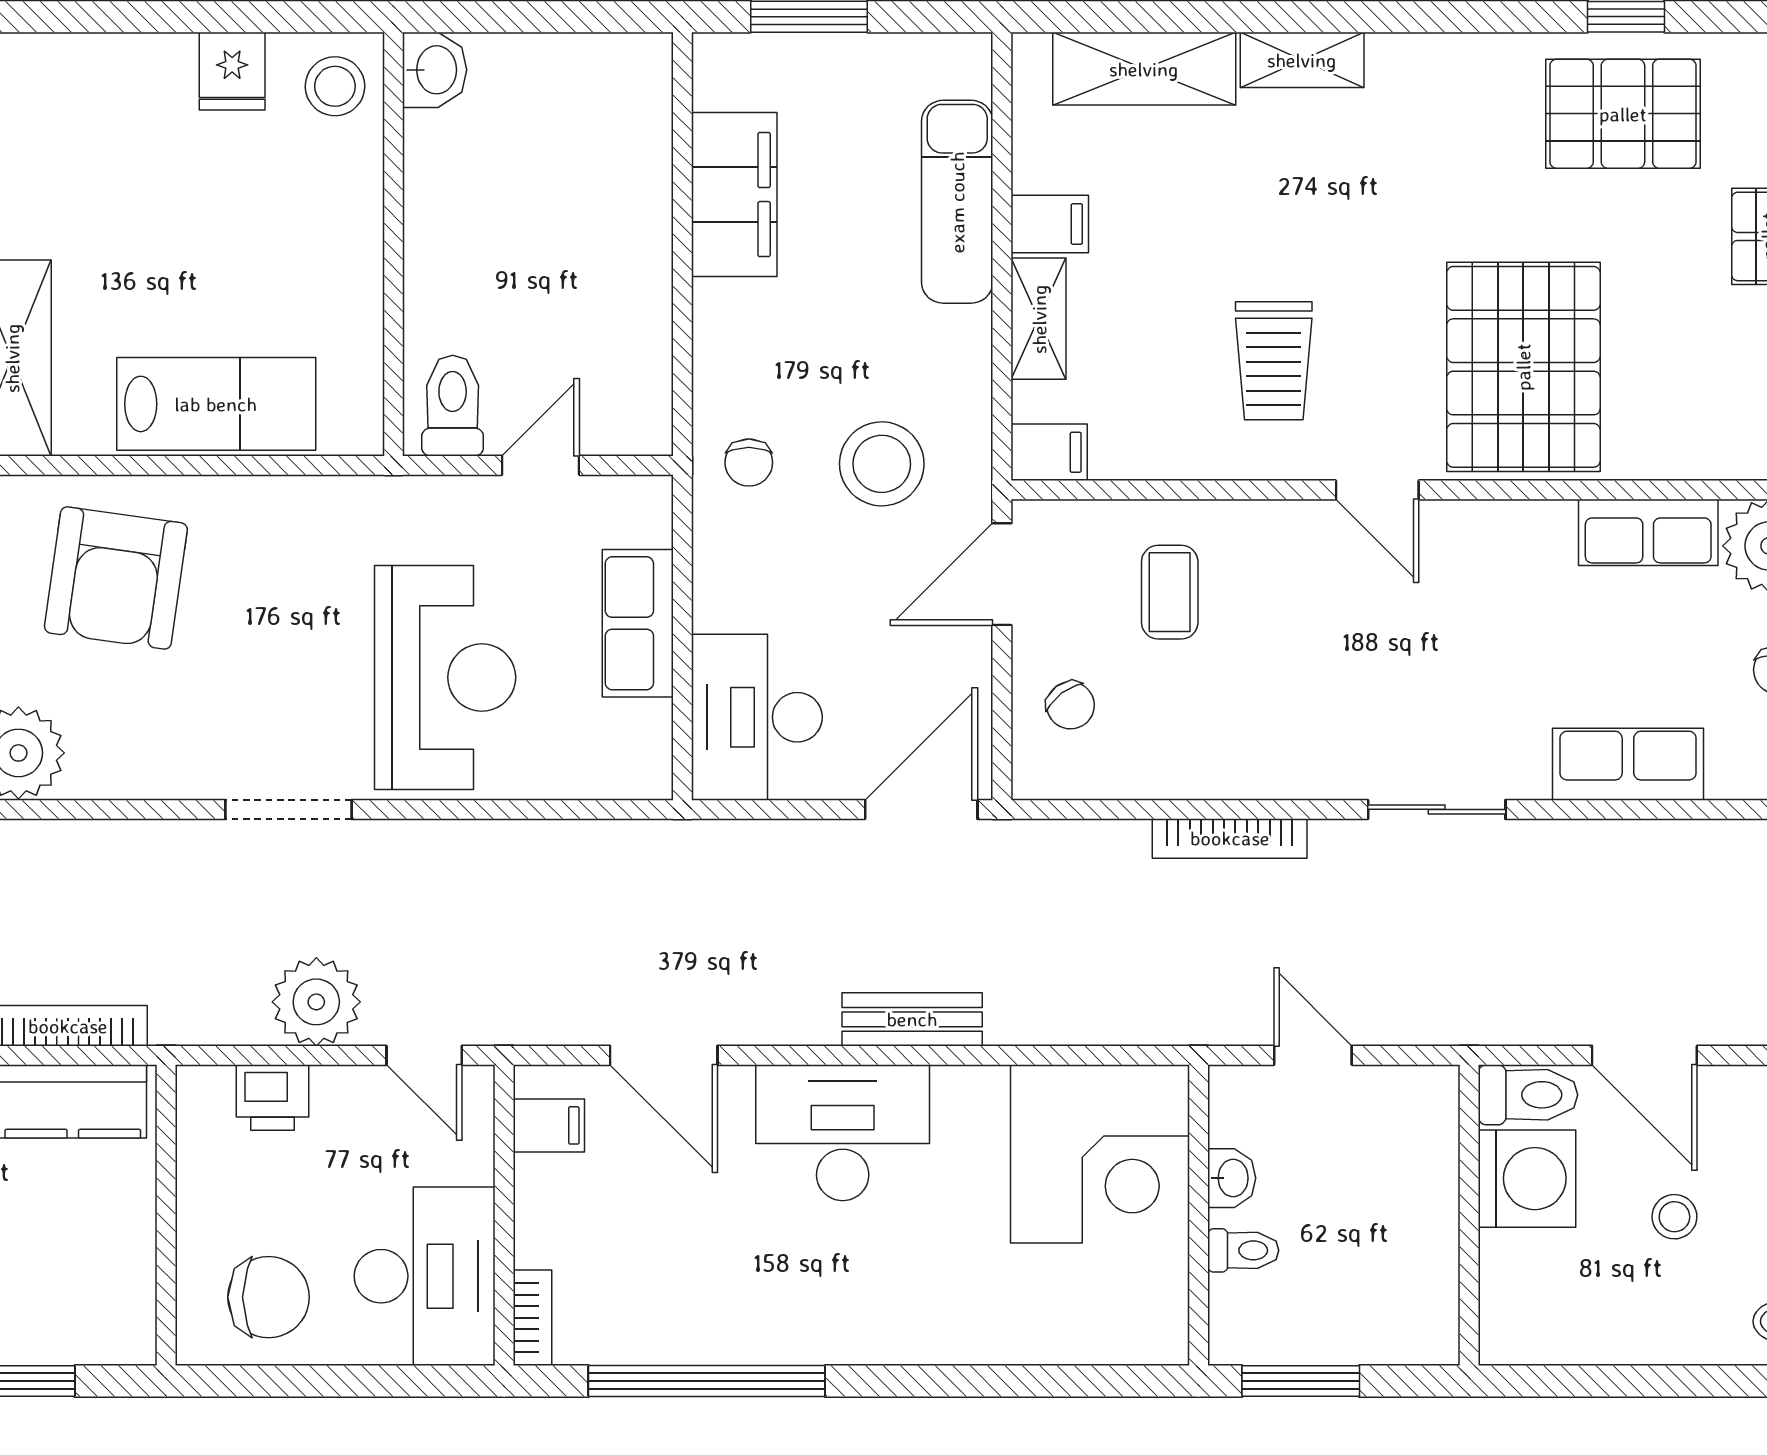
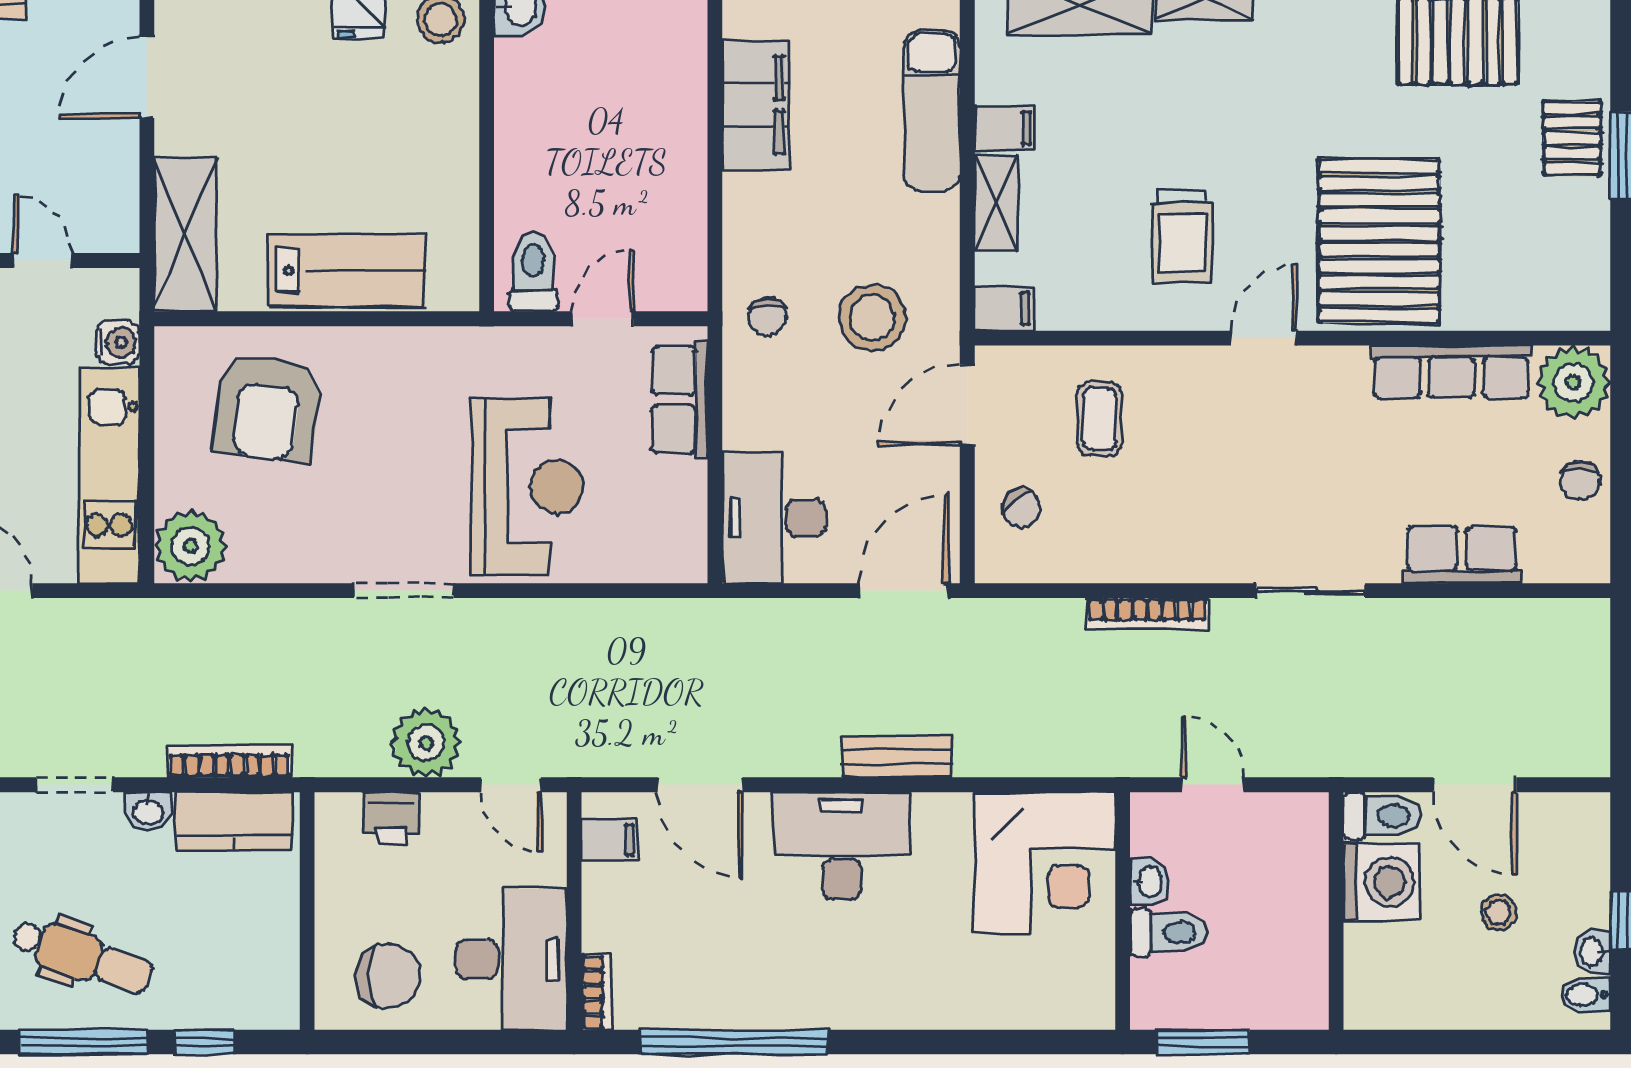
door: (1377, 490) -> (1264, 338), swing flipped
row of seats: (1648, 532) -> (1451, 372), width x1.48
row of seats: (638, 623) -> (680, 400), moved
toilet: (1243, 1250) -> (1169, 932), width x1.37, depth x1.39

